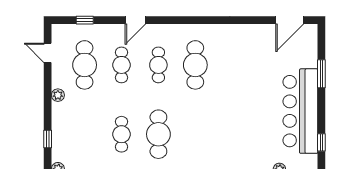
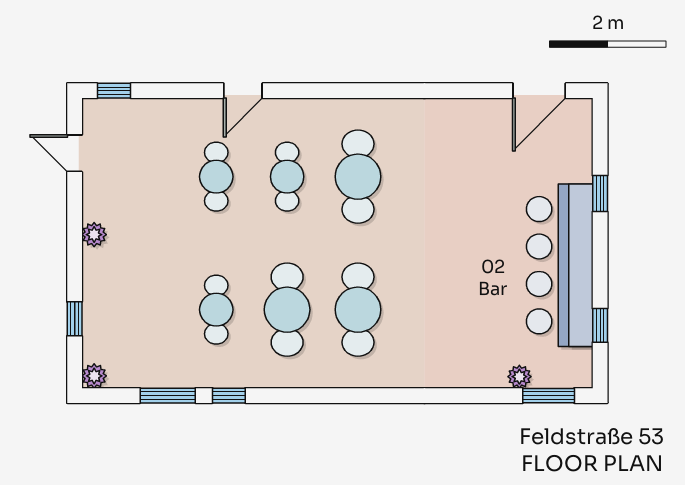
window: (85, 20) -> (114, 91), moved
cafe table: (85, 65) -> (358, 310), moved
window: (321, 74) -> (600, 194), width x0.67

